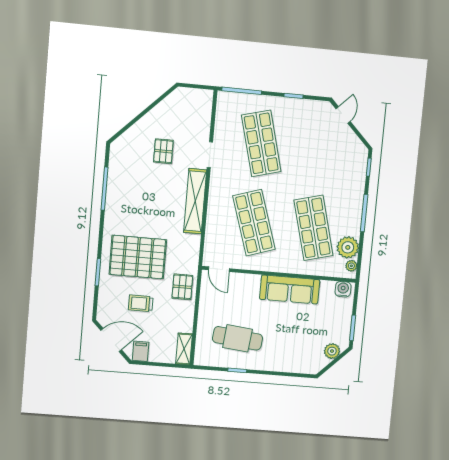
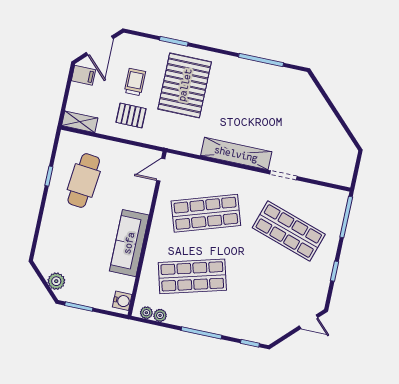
shop shelf: (261, 143) -> (289, 231), turned 33
pallet: (163, 151) -> (293, 127), removed
plant: (348, 247) -> (160, 315), width x0.53, depth x0.53
pallet: (182, 287) -> (131, 115), moved

